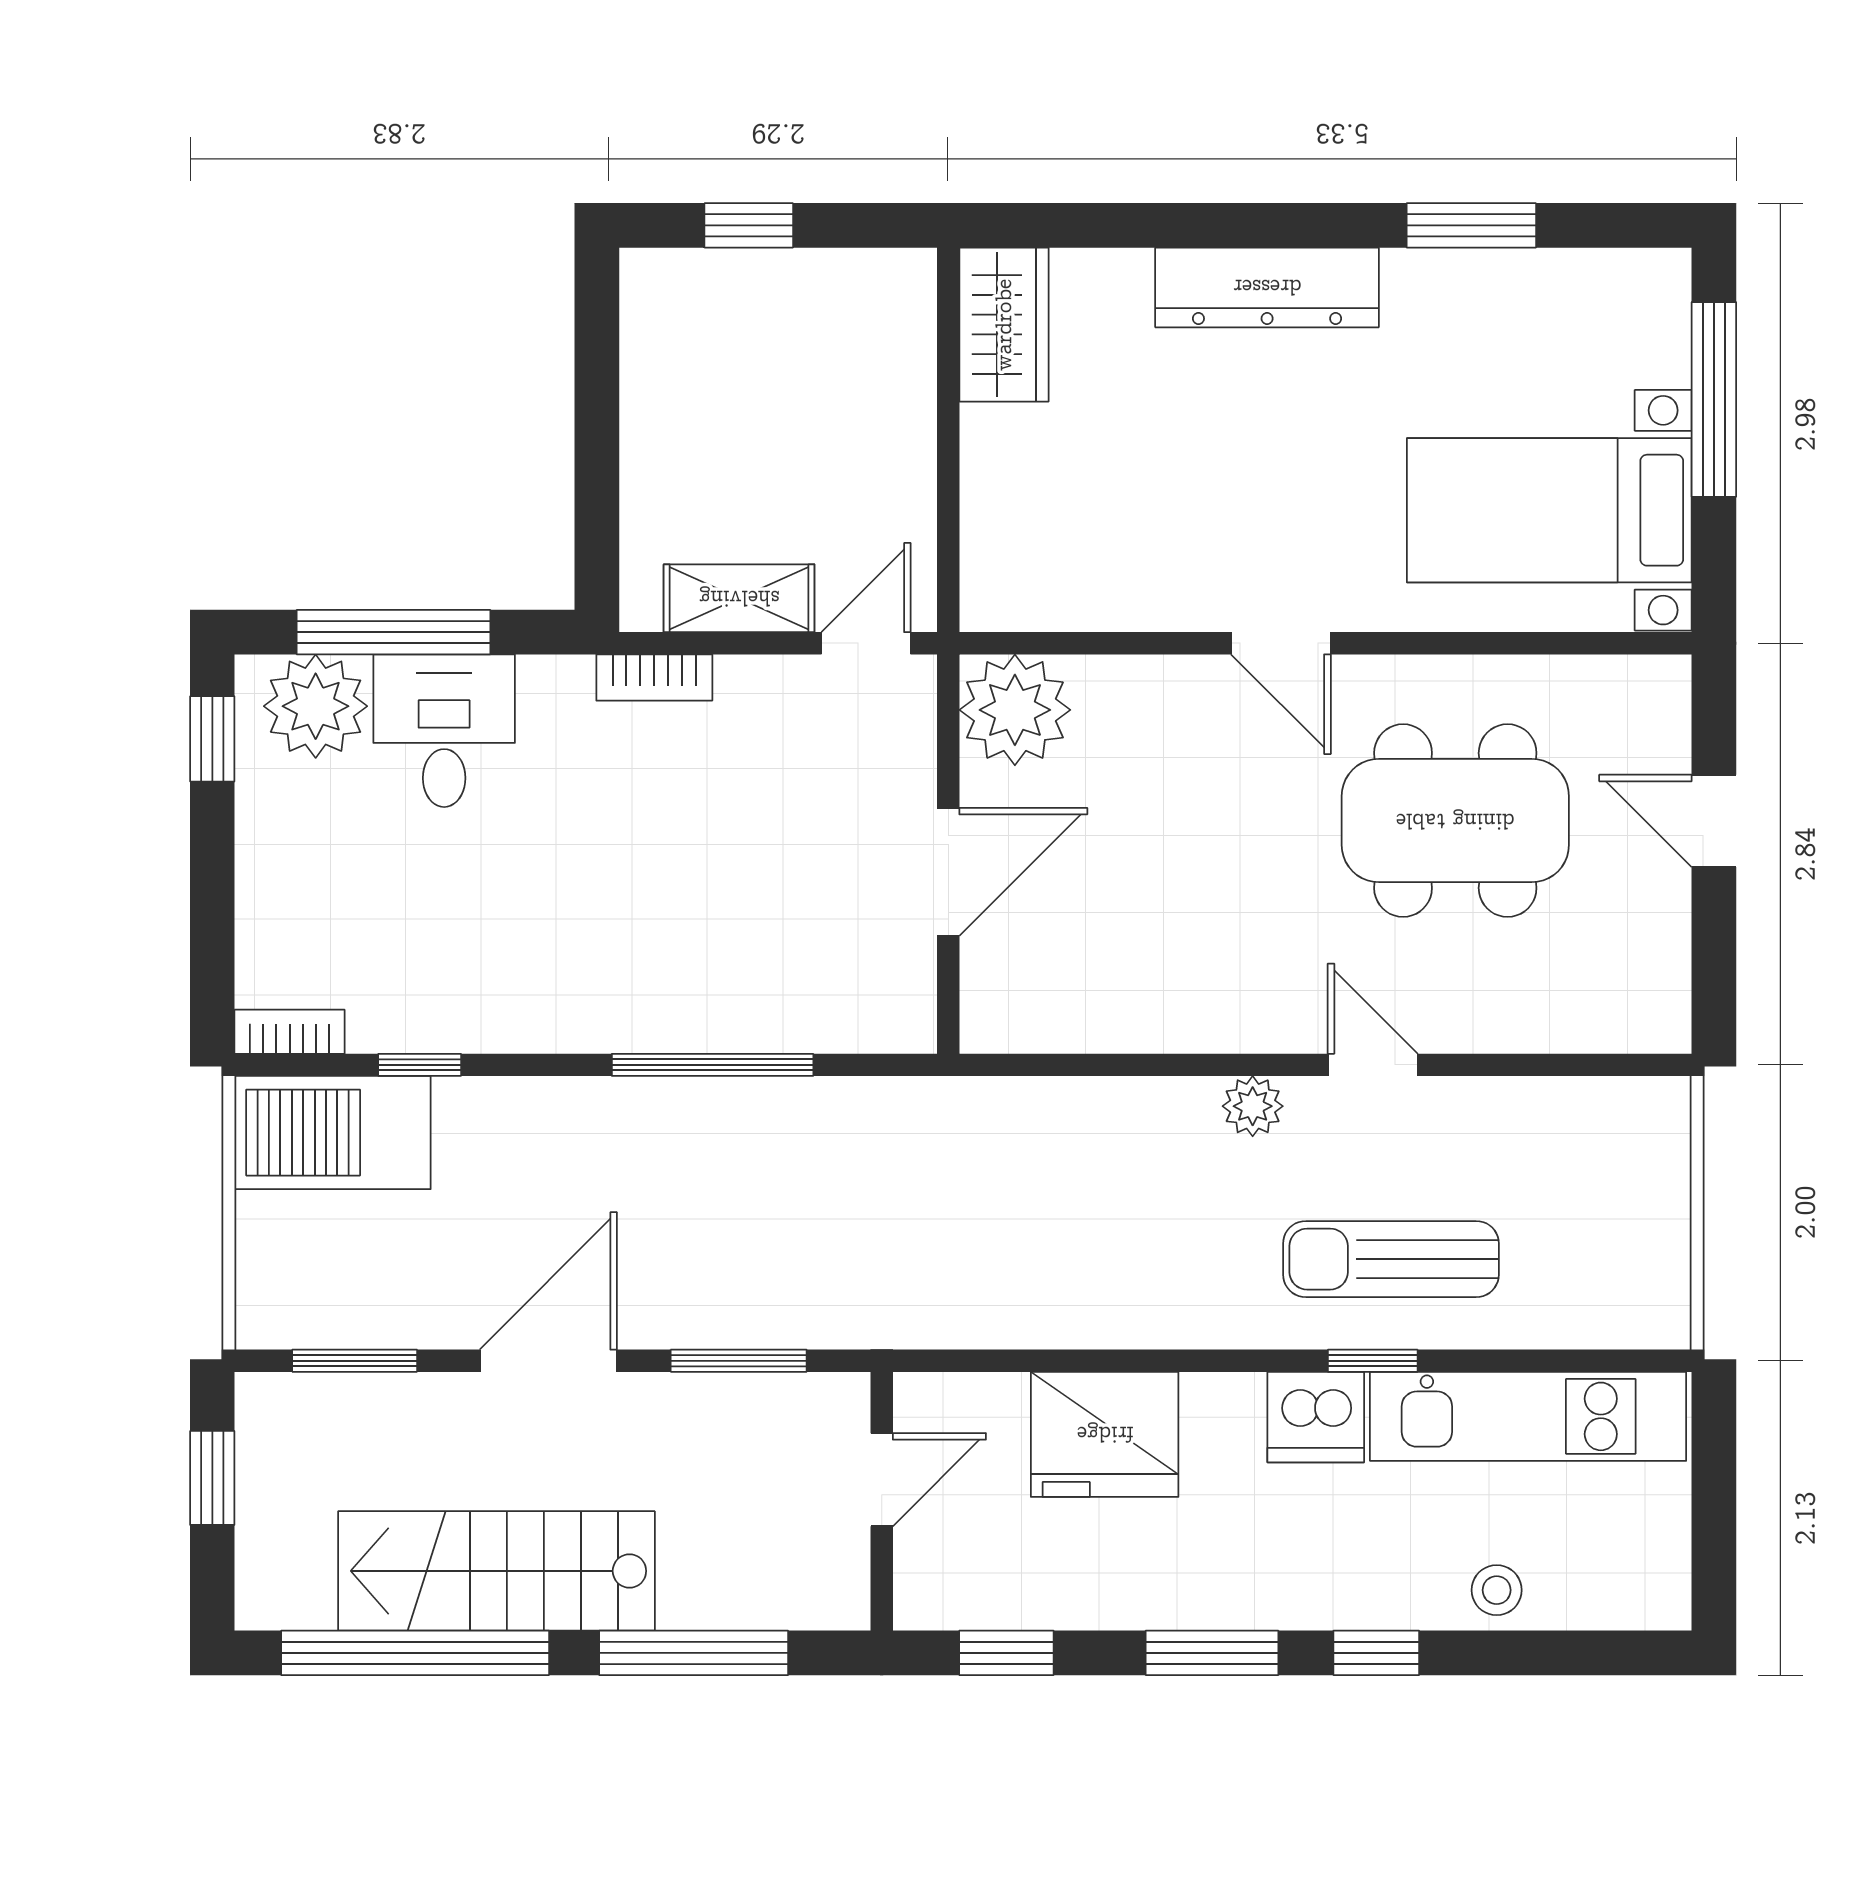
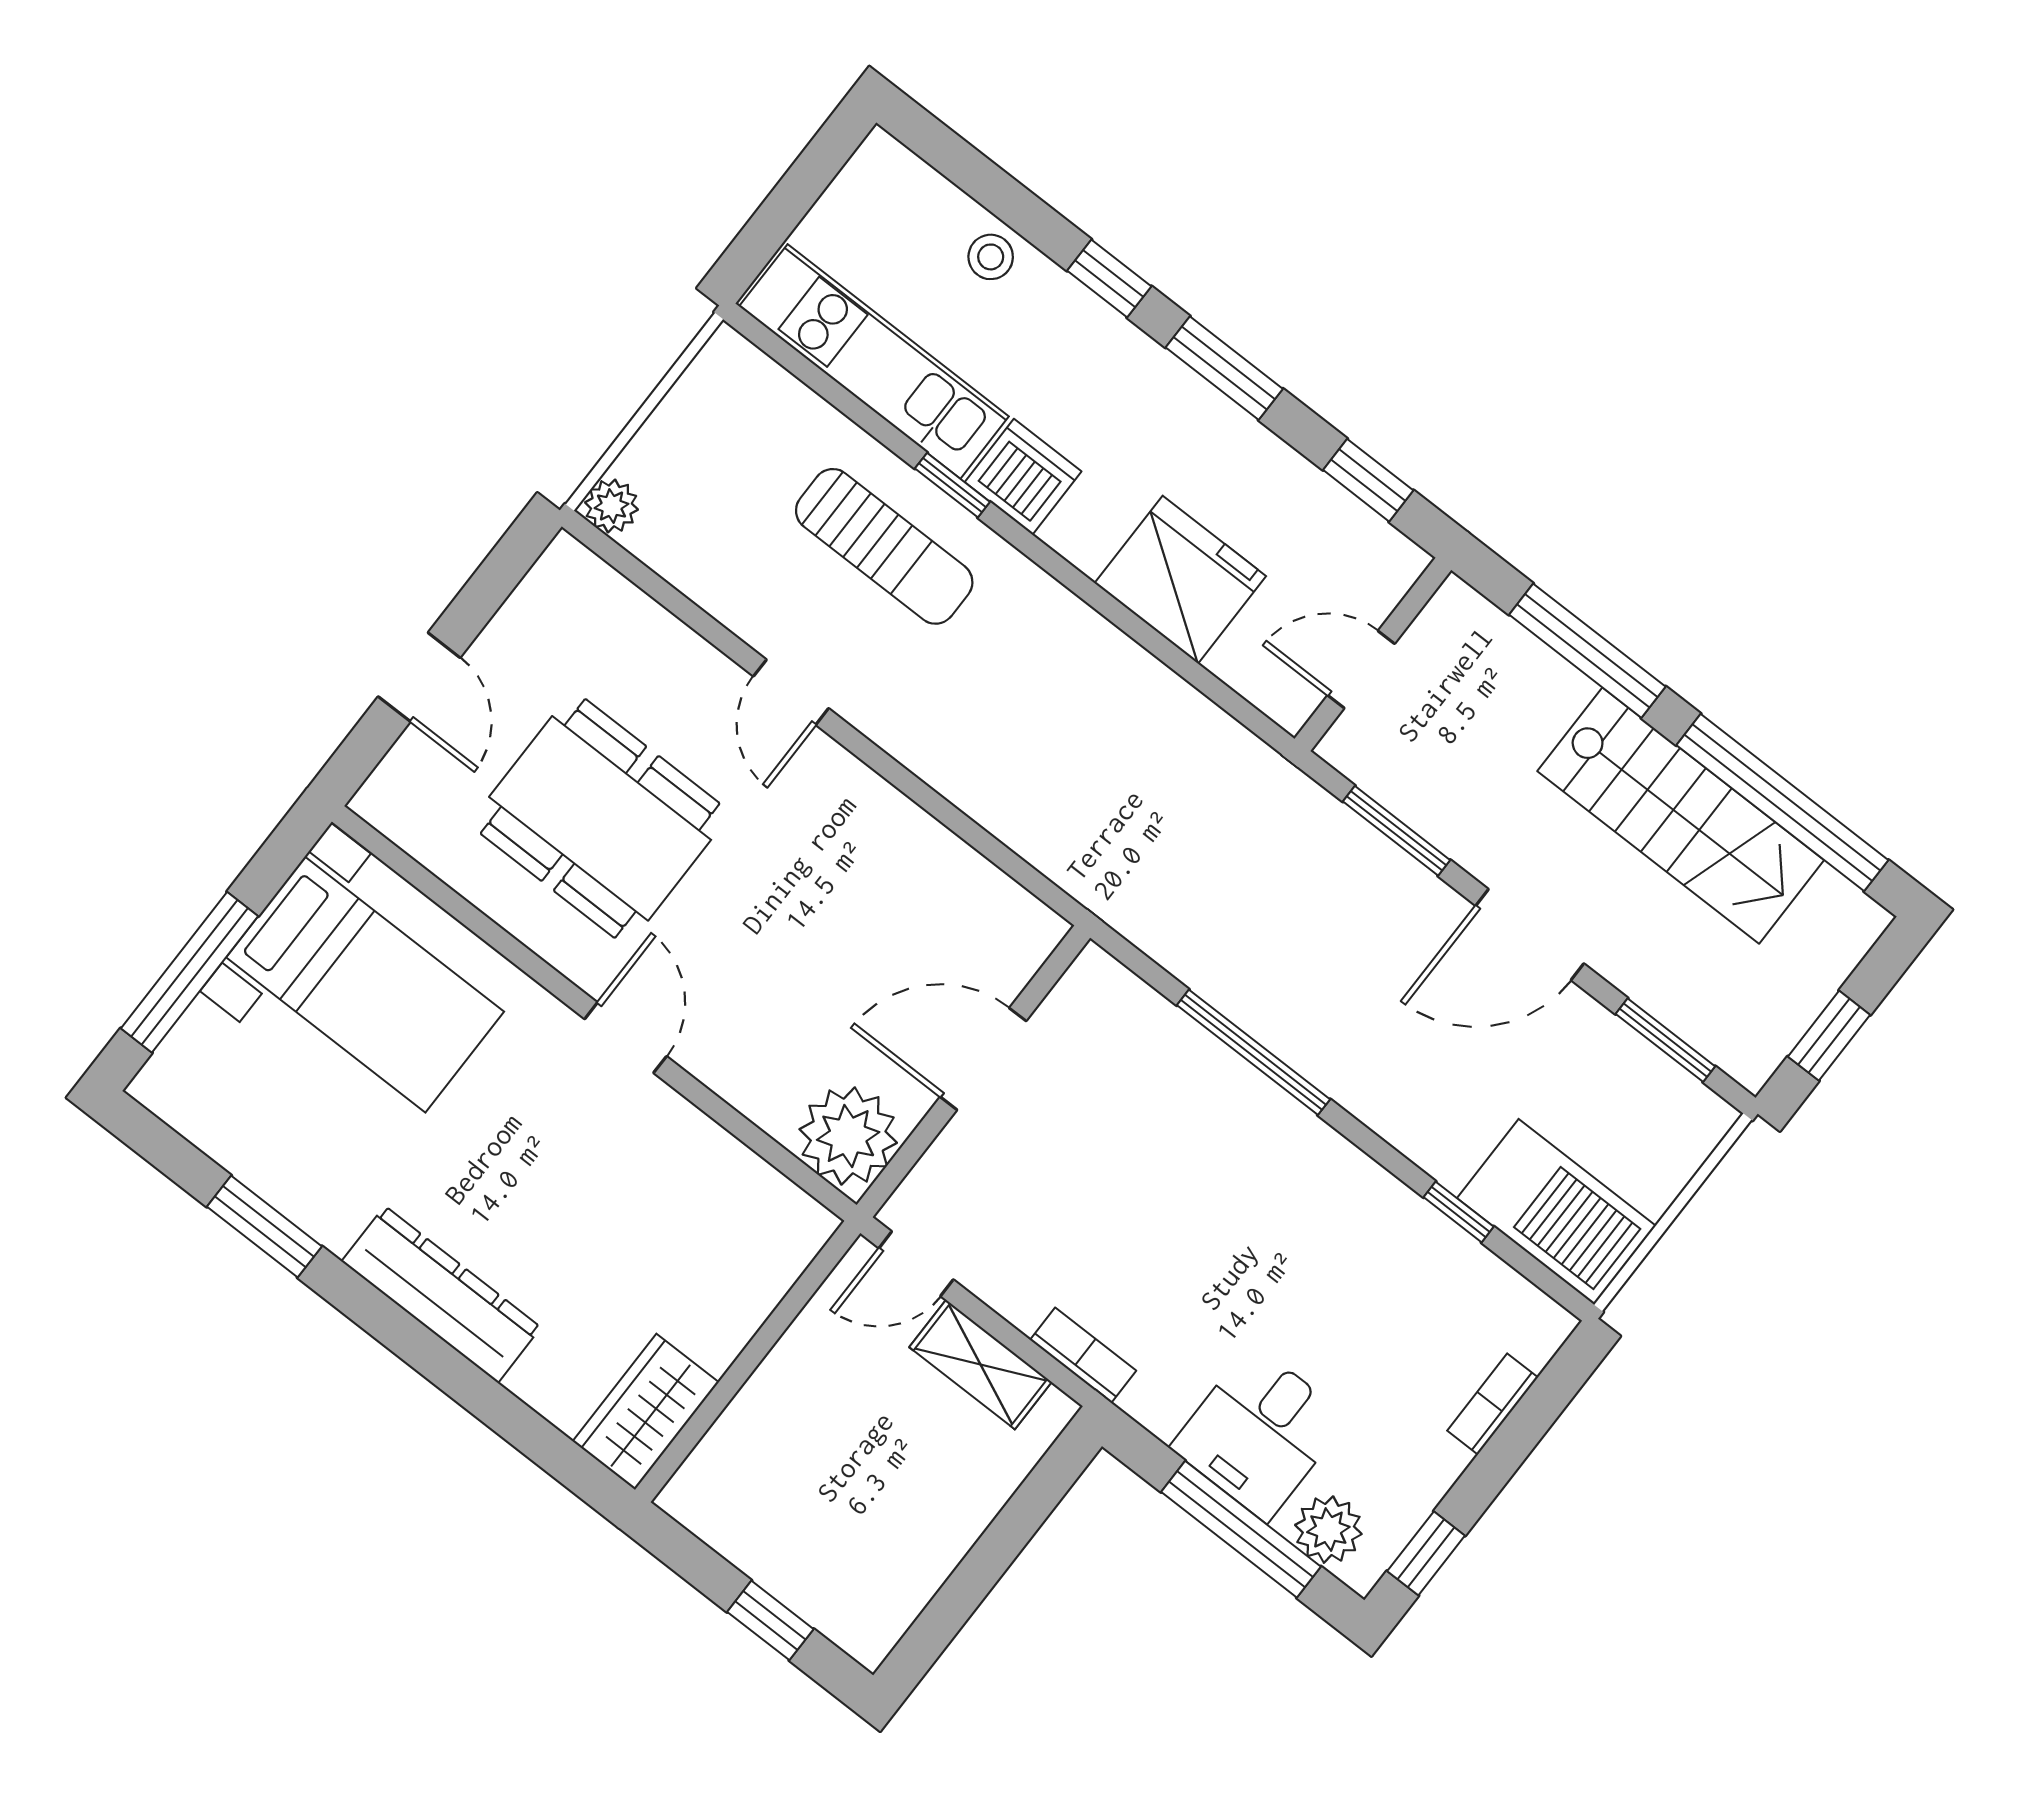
plant: (316, 706) -> (1328, 1530), width x0.73, depth x0.73
bookcase: (290, 1032) -> (1493, 1404), moved, turned 90
plant: (1253, 1106) -> (611, 506), moved

